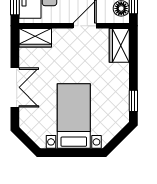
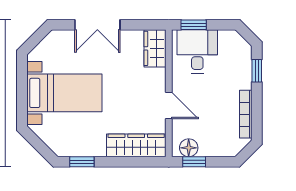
wardrobe: (119, 45) -> (136, 145), width x1.50

